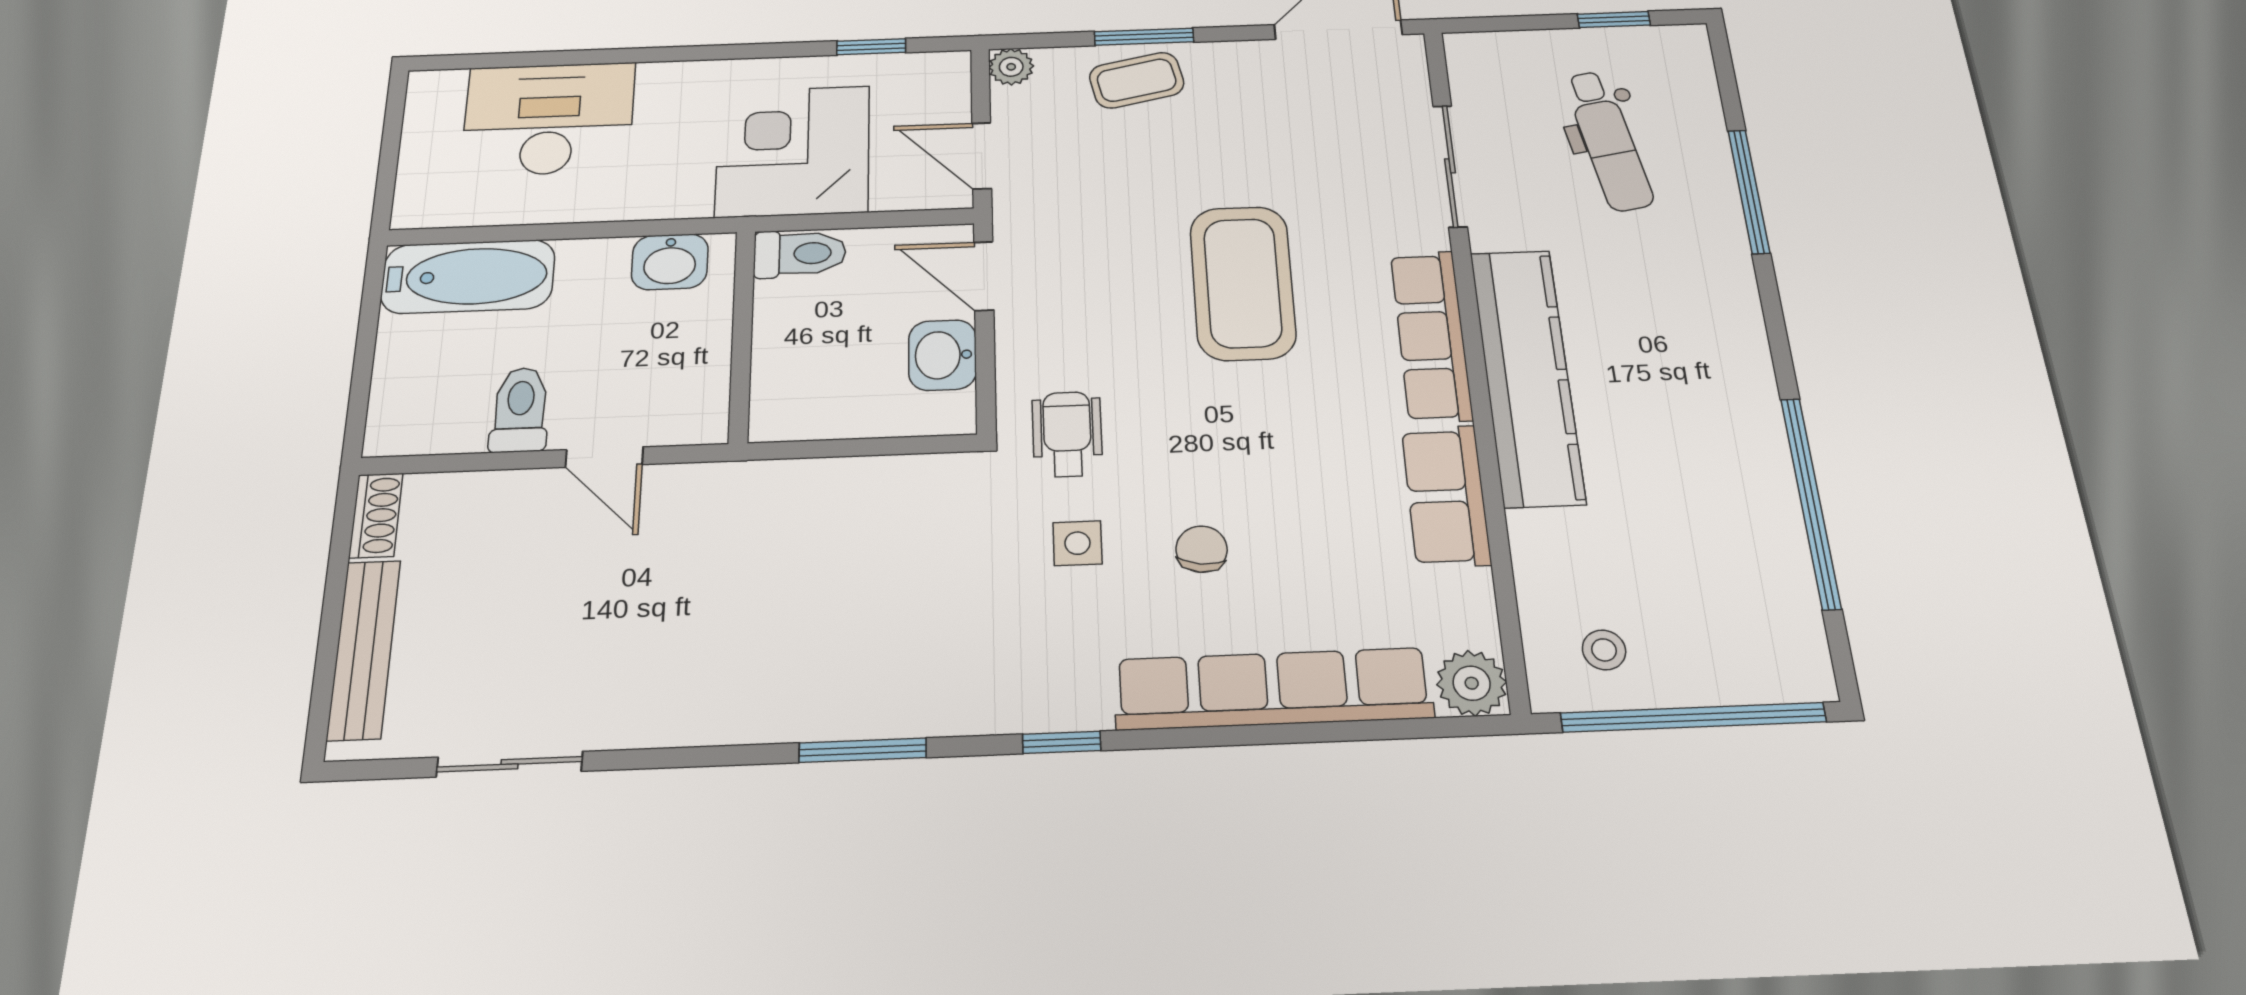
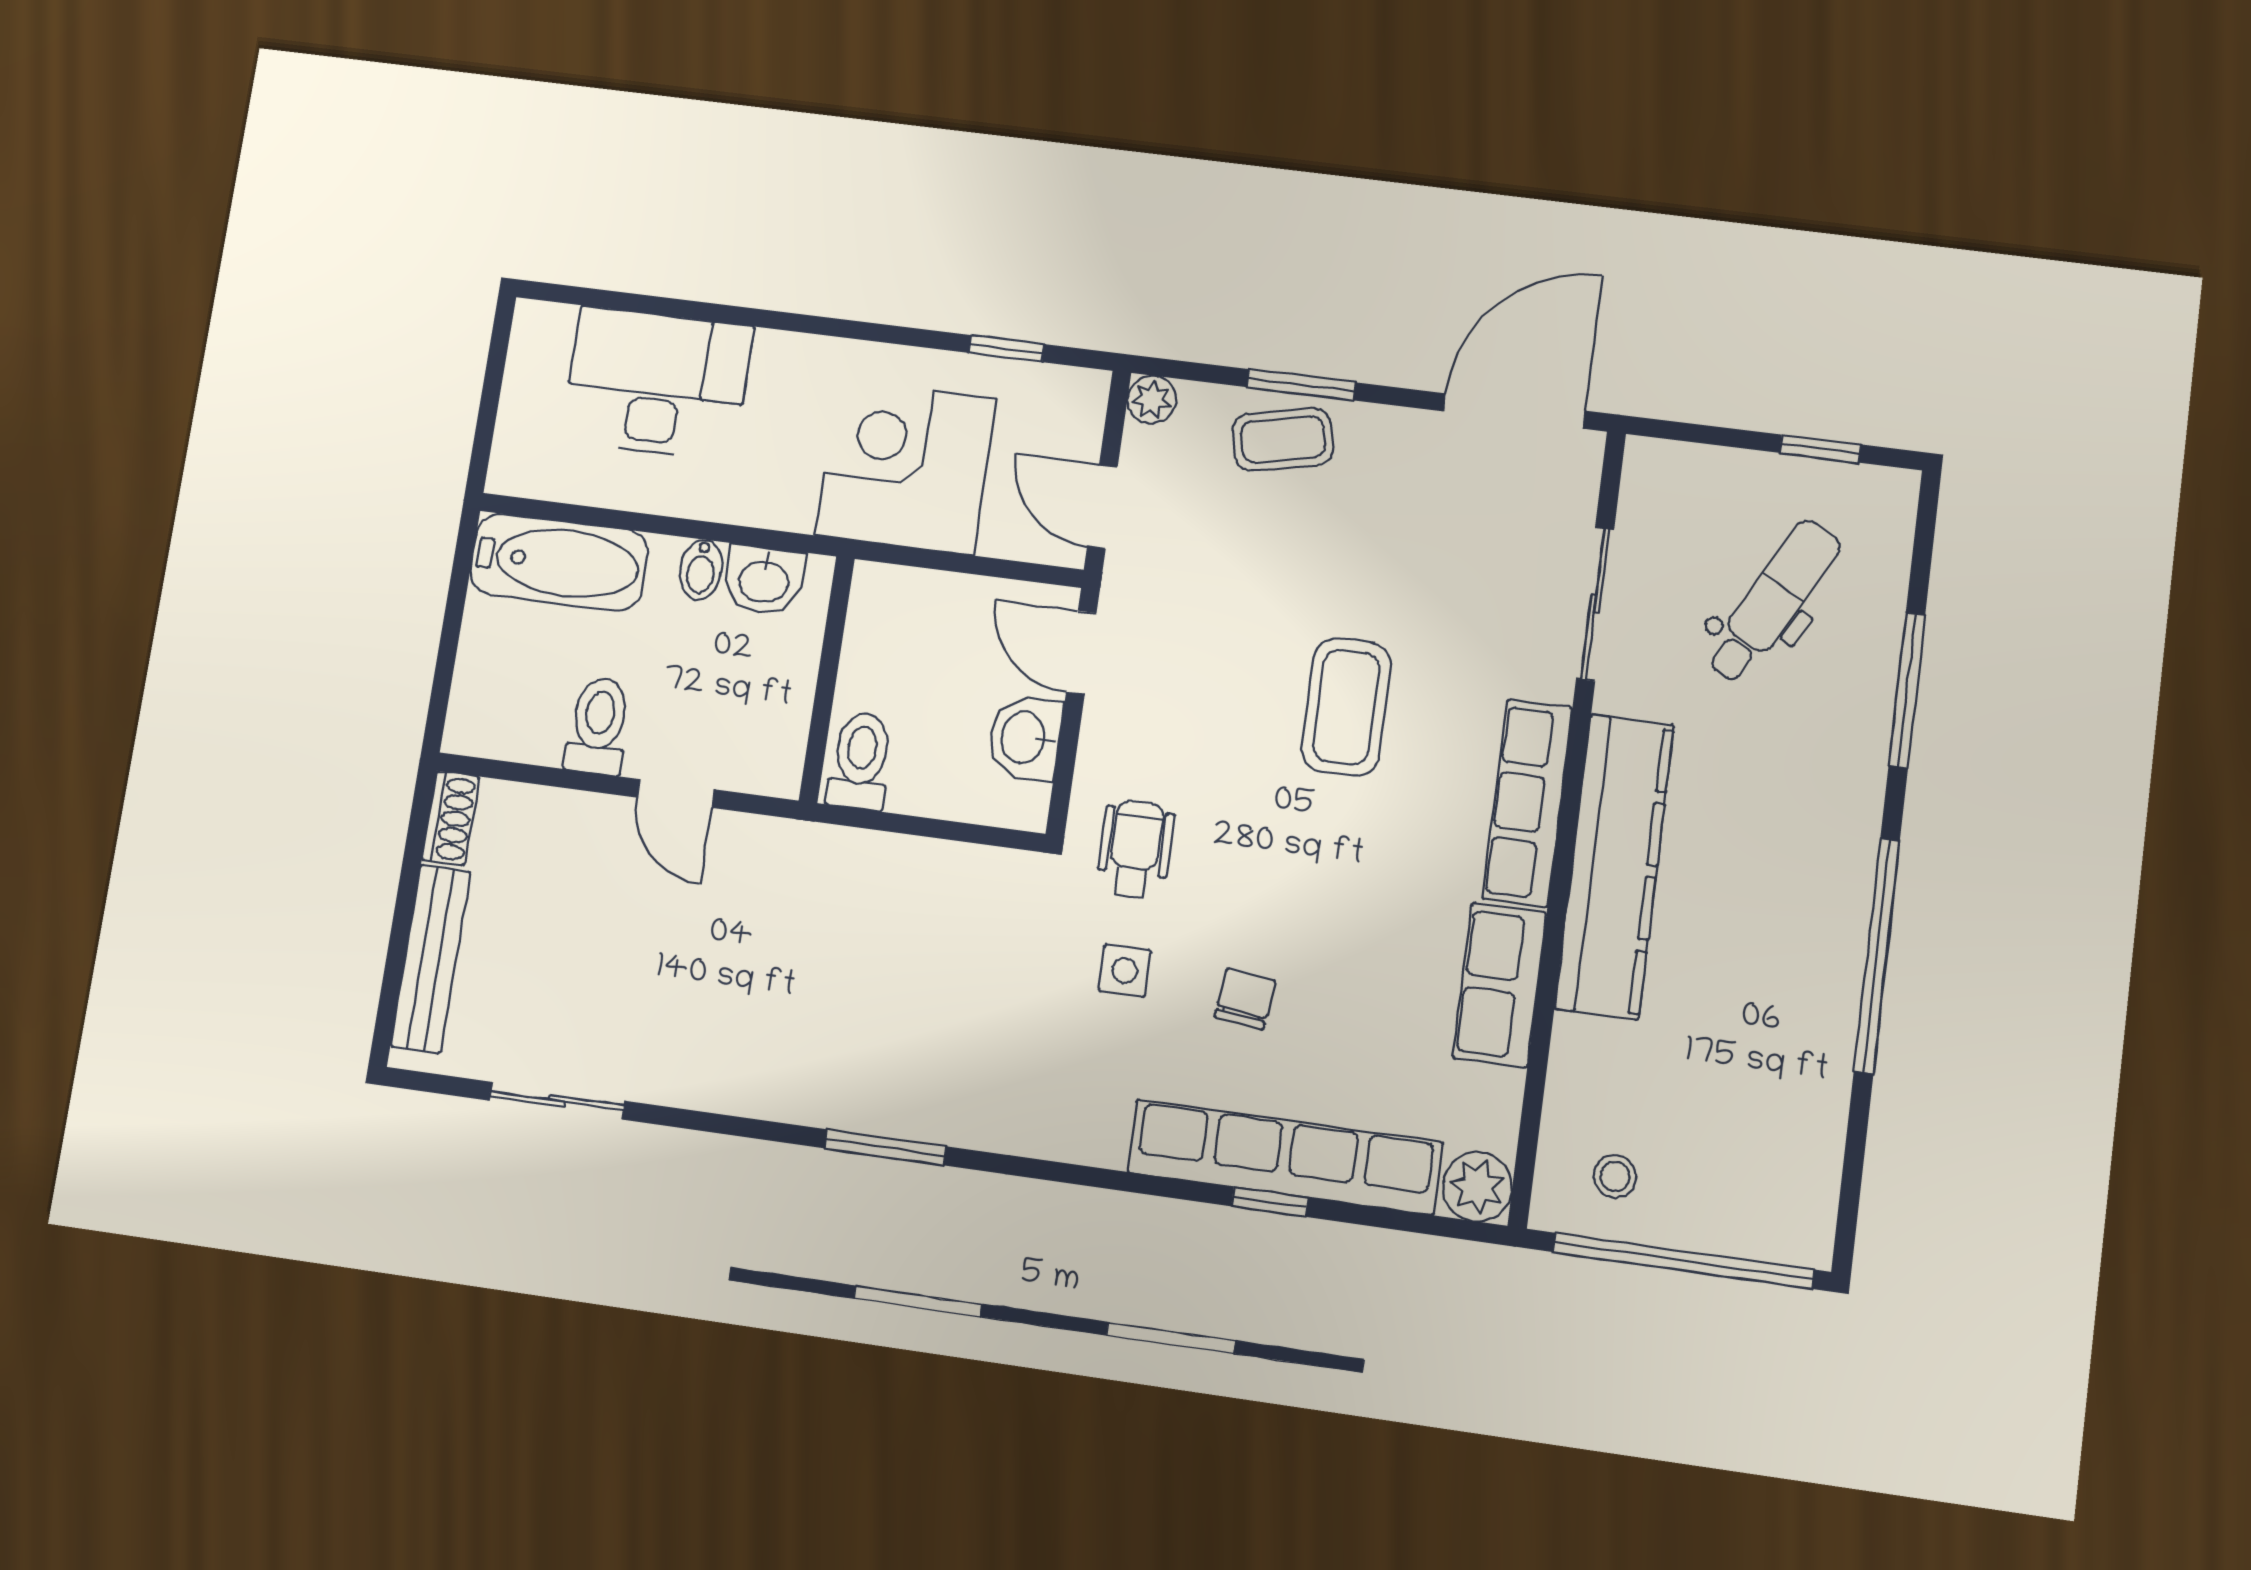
dental chair: (1608, 140) -> (1773, 602), turned -142
toilet: (800, 254) -> (860, 761), moved, turned -90
bidet: (608, 262) -> (701, 570), added
coffee table: (1243, 283) -> (1346, 707), width x0.73, depth x0.76
window: (1811, 502) -> (1877, 955), moved
window: (1062, 742) -> (1270, 1202), moved

